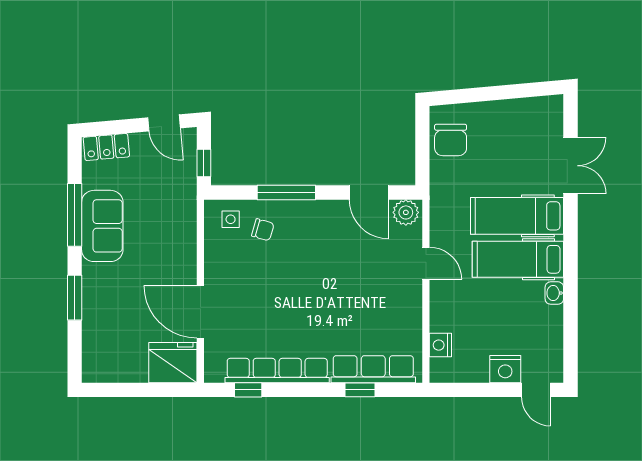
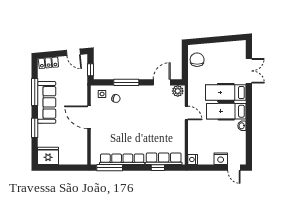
chair: (451, 140) -> (197, 60), turned 180
door: (369, 192) -> (162, 82), swing flipped
sofa: (102, 226) -> (47, 102), width x1.36
door: (200, 312) -> (89, 117), moved
nightstand: (440, 345) -> (193, 160), moved
fridge: (173, 363) -> (48, 156), moved
window: (248, 390) -> (110, 168), width x2.17

